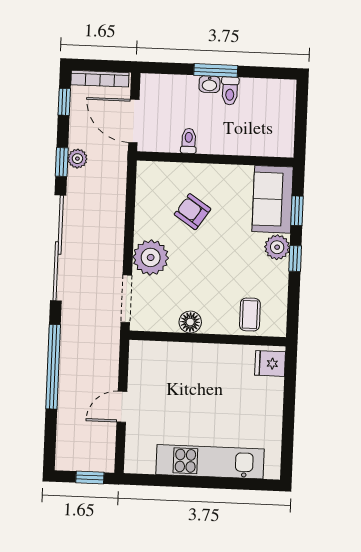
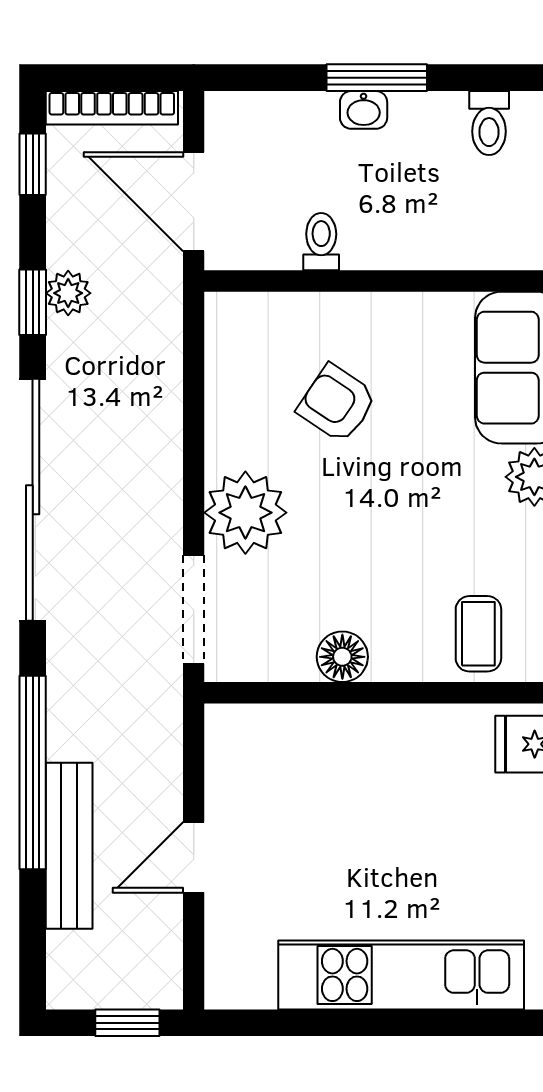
toilet: (230, 91) -> (489, 123), moved
bench: (68, 399) -> (69, 846), added

